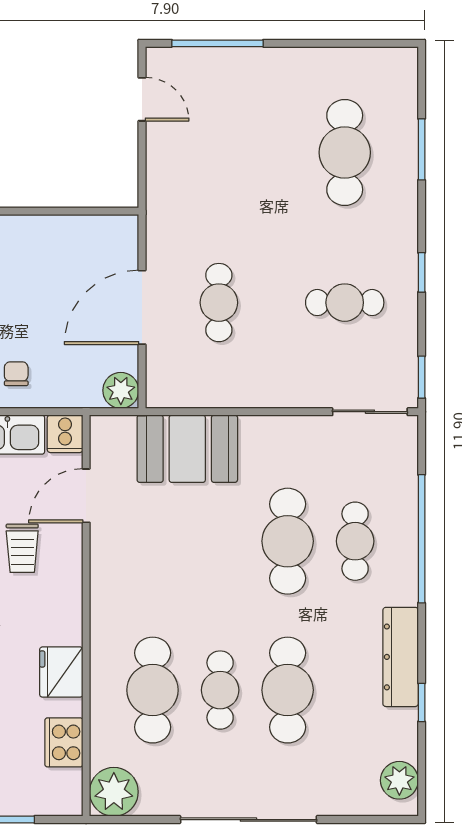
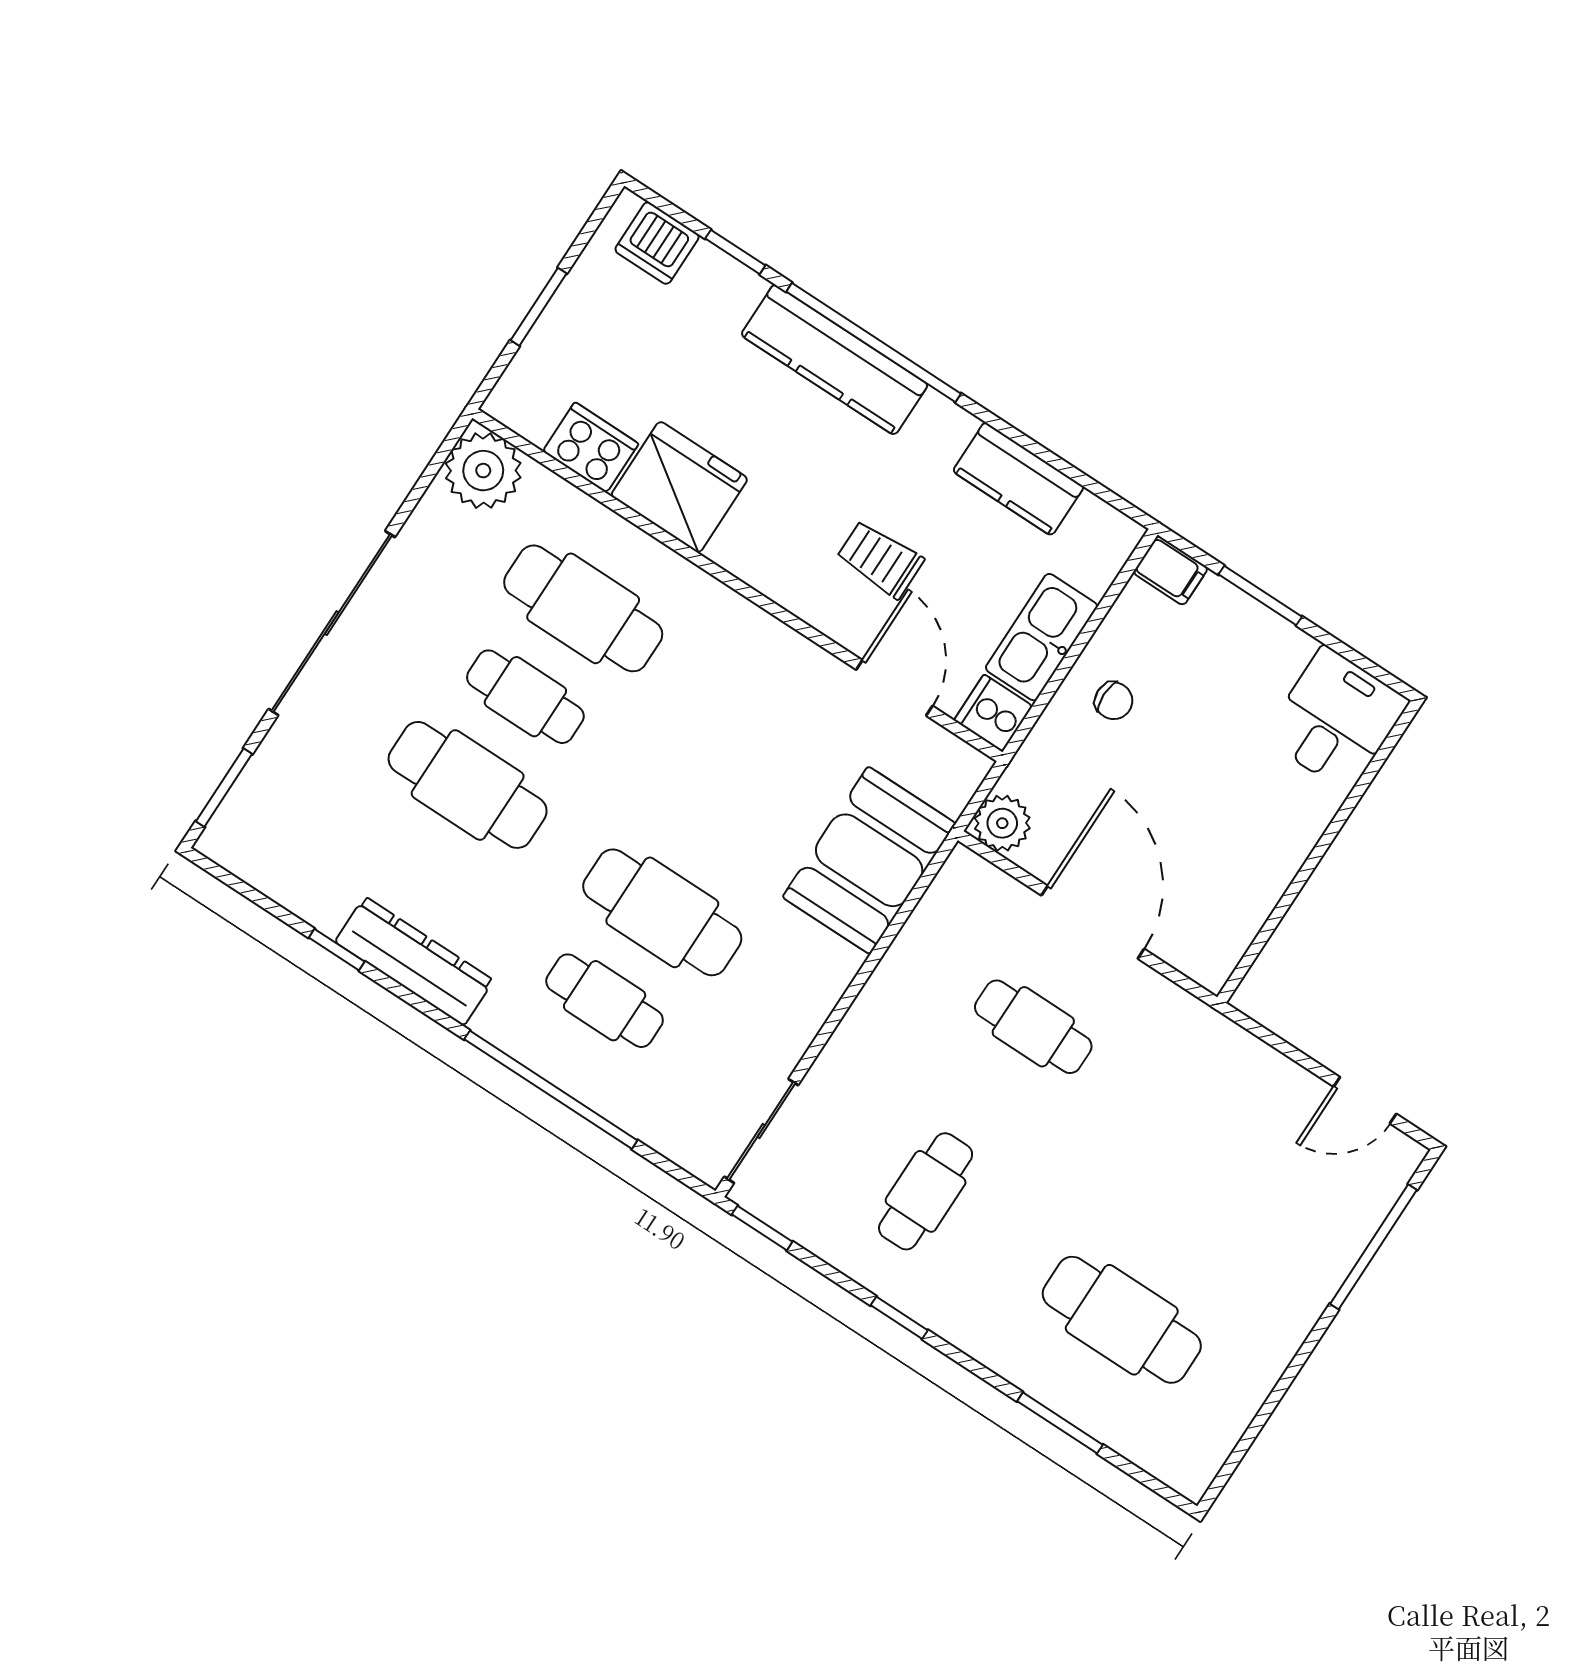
fridge: (61, 672) -> (679, 487), width x1.36, depth x1.34
plant: (399, 780) -> (254, 854), removed
window: (374, 820) -> (224, 788), added

